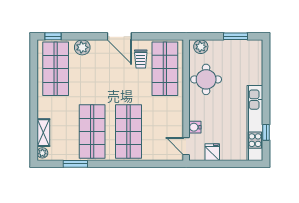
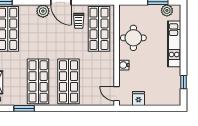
plant: (82, 47) -> (43, 11), moved
plant: (201, 47) -> (167, 10), moved
kitchen unit: (255, 123) -> (174, 44), moved, width x0.73
water cooler: (195, 127) -> (124, 65), moved

